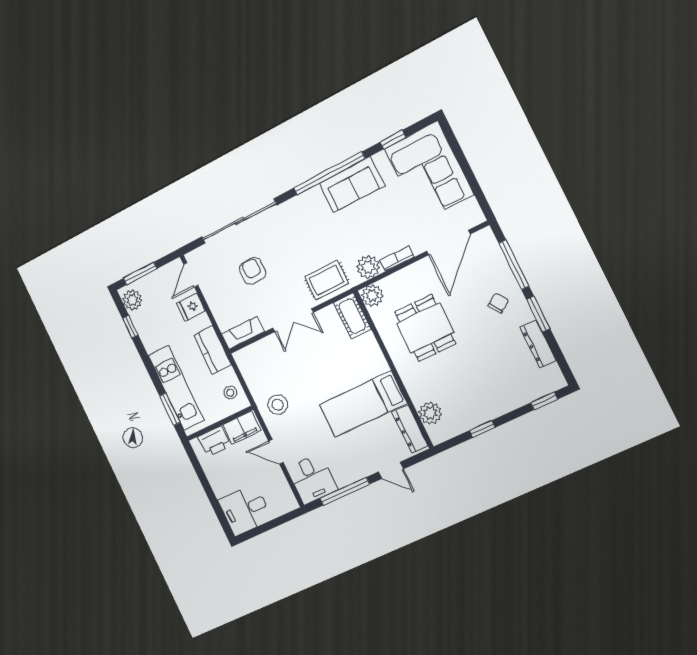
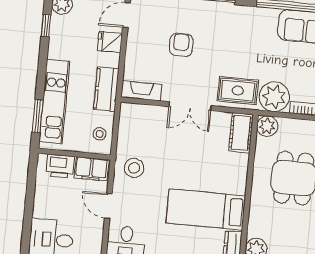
plant: (368, 267) -> (274, 97), width x1.36, depth x1.36

